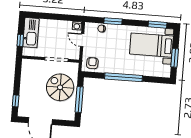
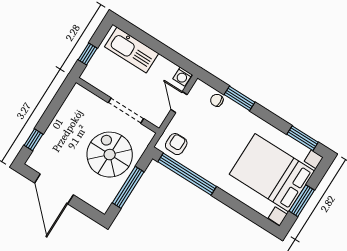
kitchen sink: (31, 33) -> (132, 50), moved, turned 90
bed with nightstands: (151, 45) -> (272, 173), width x1.36
window: (123, 77) -> (187, 174), moved

